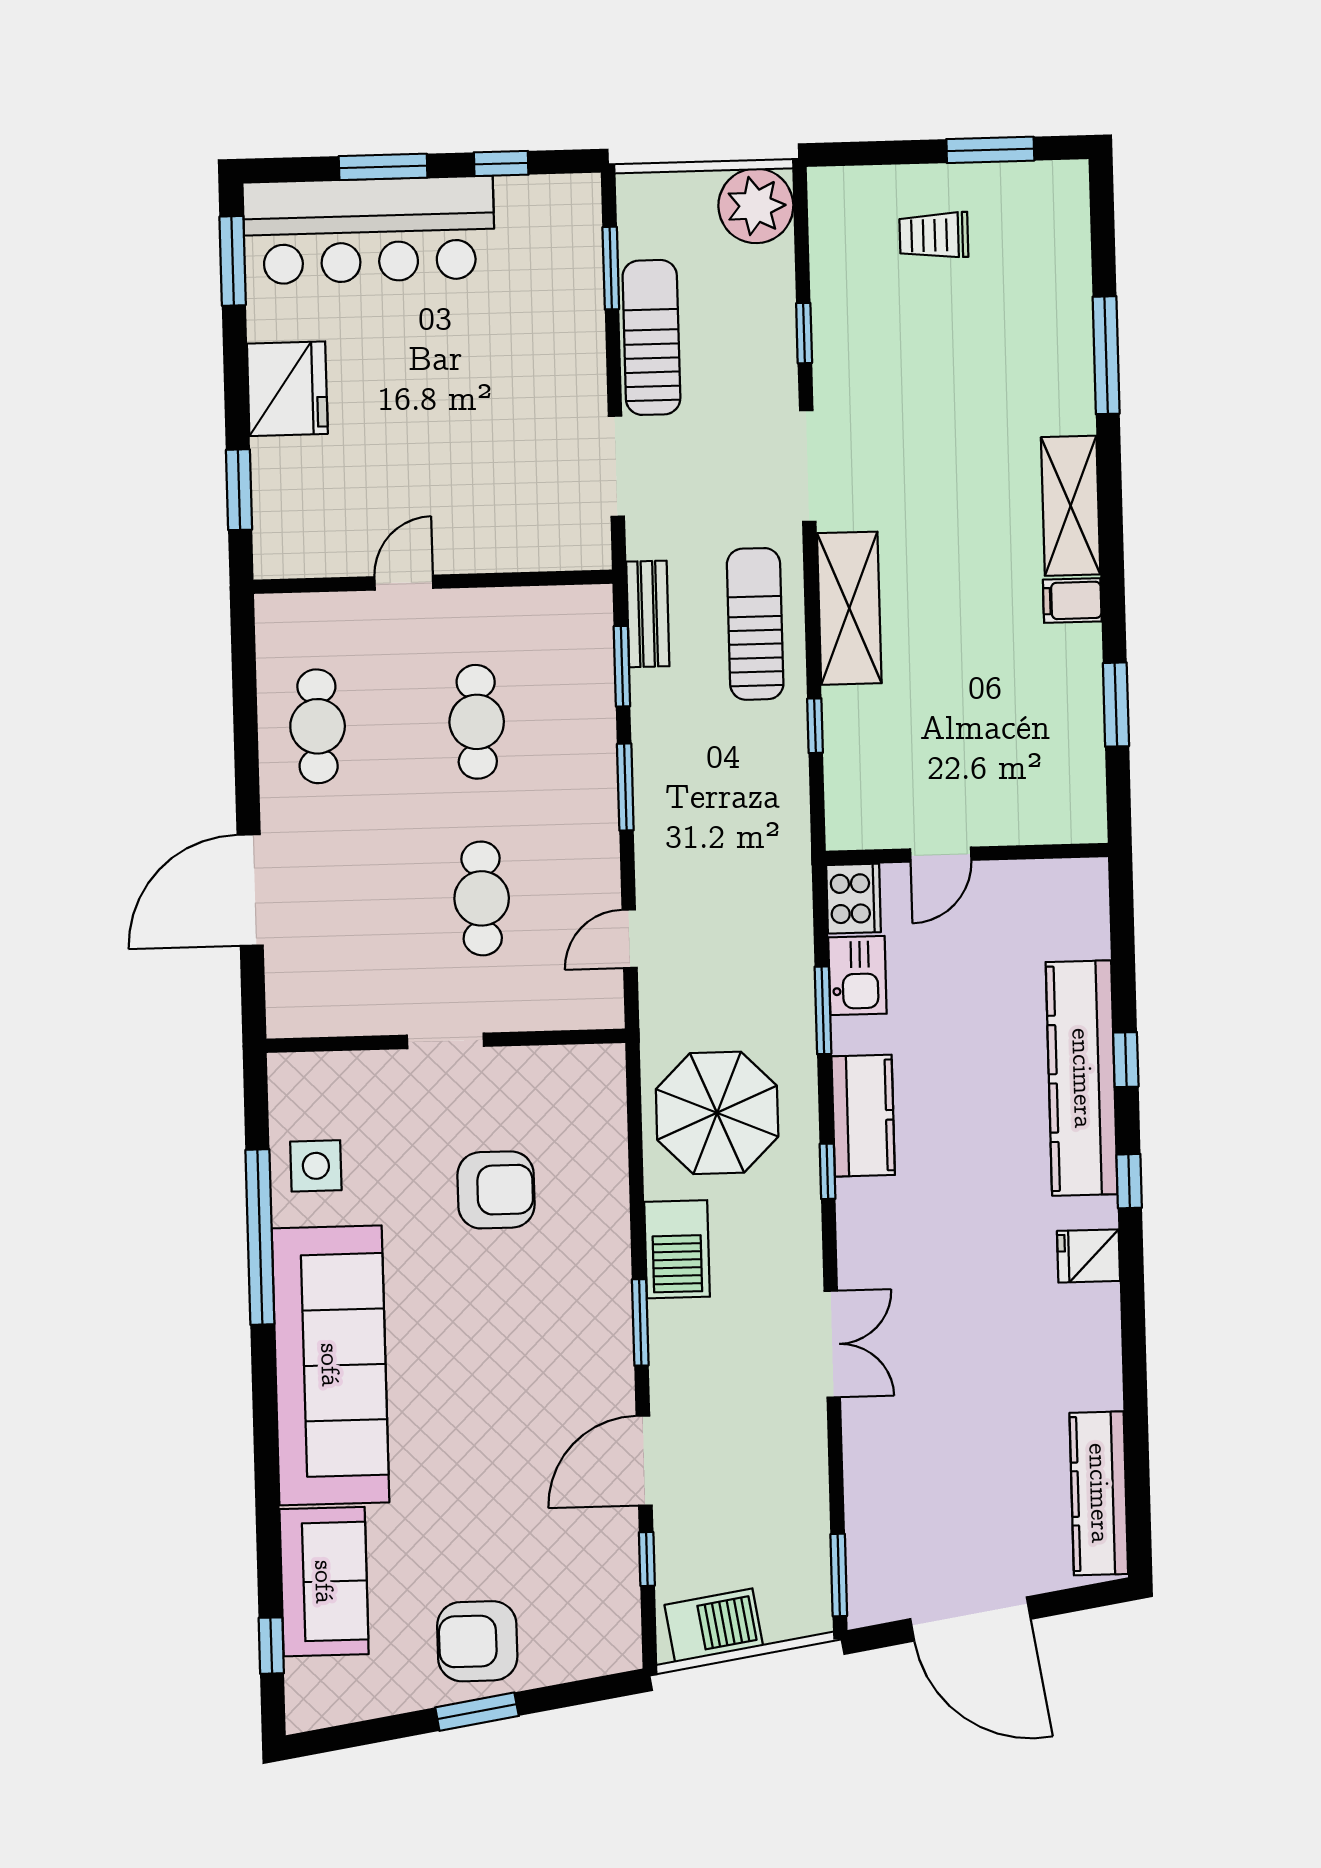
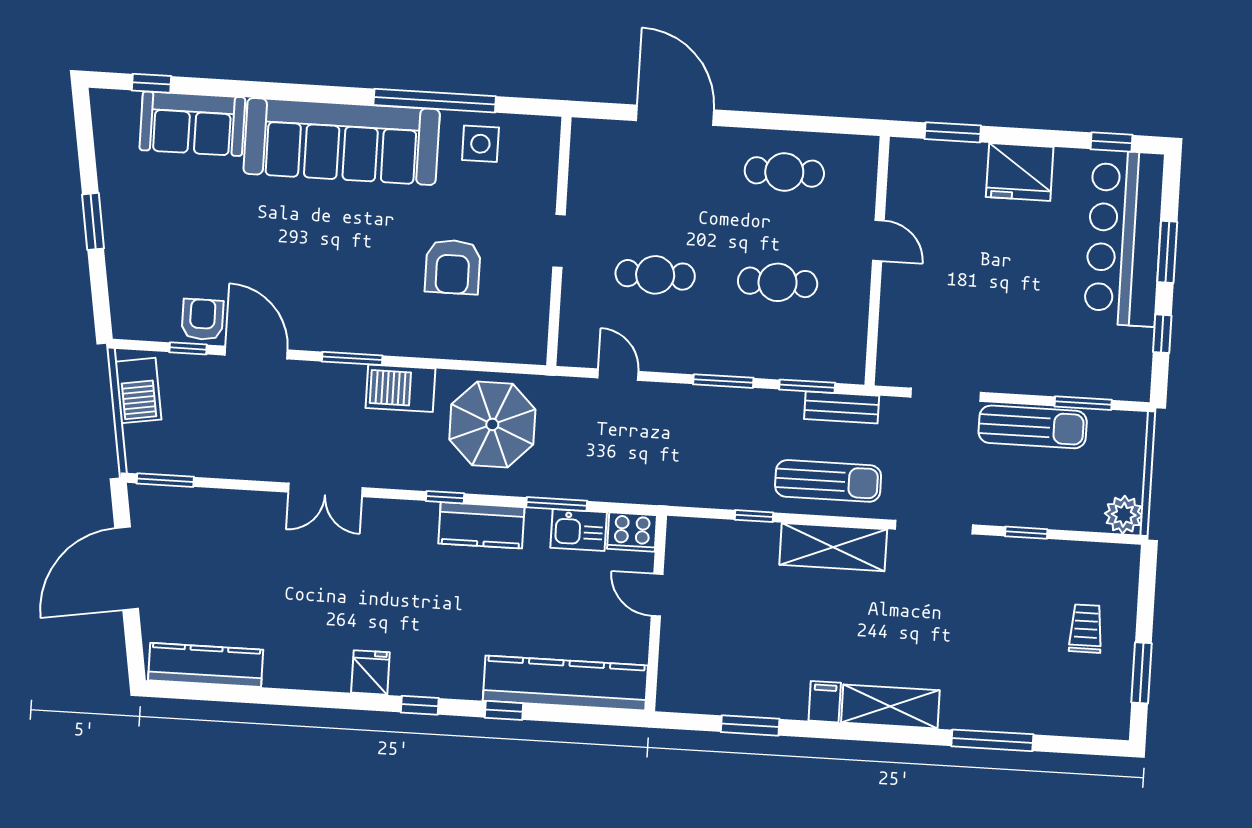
plant: (756, 206) -> (1124, 515), width x0.73, depth x0.73
window: (233, 261) -> (1111, 142), width x0.67
kitchen counter: (1082, 1078) -> (565, 683), moved
armchair: (477, 1641) -> (203, 319), moved, width x0.72, depth x0.72

